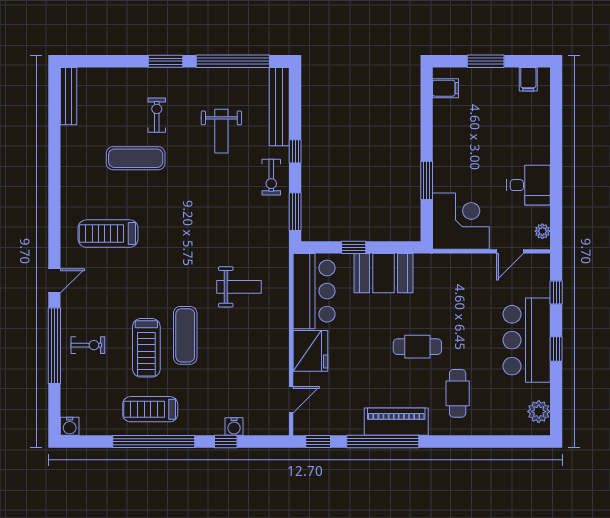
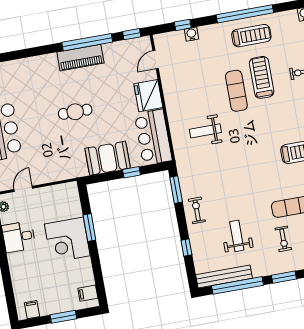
bench: (279, 107) -> (224, 277), moved, turned 90
window: (295, 151) -> (186, 247), moved
corner desk: (461, 221) -> (67, 240), moved
cafe table: (458, 393) -> (42, 85), removed
window: (226, 442) -> (183, 25), moved

